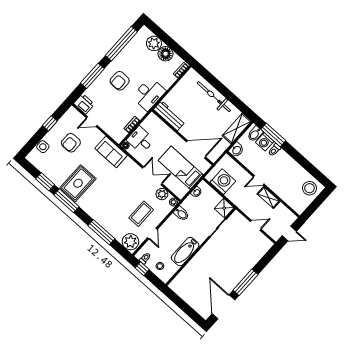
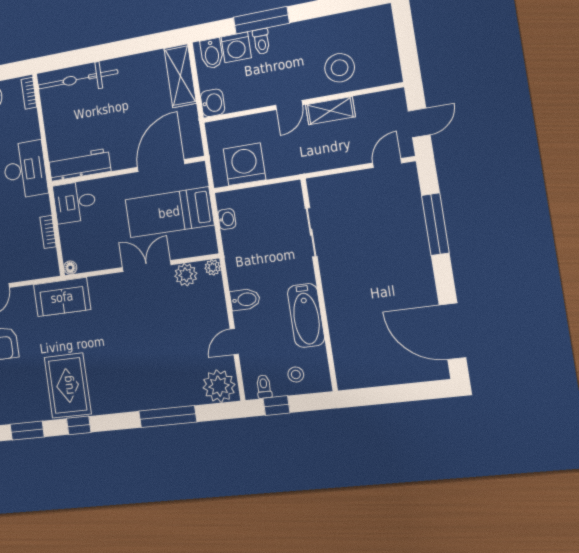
bicycle: (214, 97) -> (78, 79), moved
window: (273, 135) -> (261, 20), moved
desk: (141, 140) -> (75, 202), moved
stool: (309, 188) -> (340, 68), moved
window: (66, 201) -> (79, 425), width x0.46
shower: (224, 208) -> (288, 196), removed
coffee table: (141, 214) -> (189, 332), removed
bidet: (181, 214) -> (245, 300), moved
door: (256, 225) -> (387, 163), moved
door: (152, 233) -> (234, 342), swing flipped
window: (246, 282) -> (435, 224), moved

